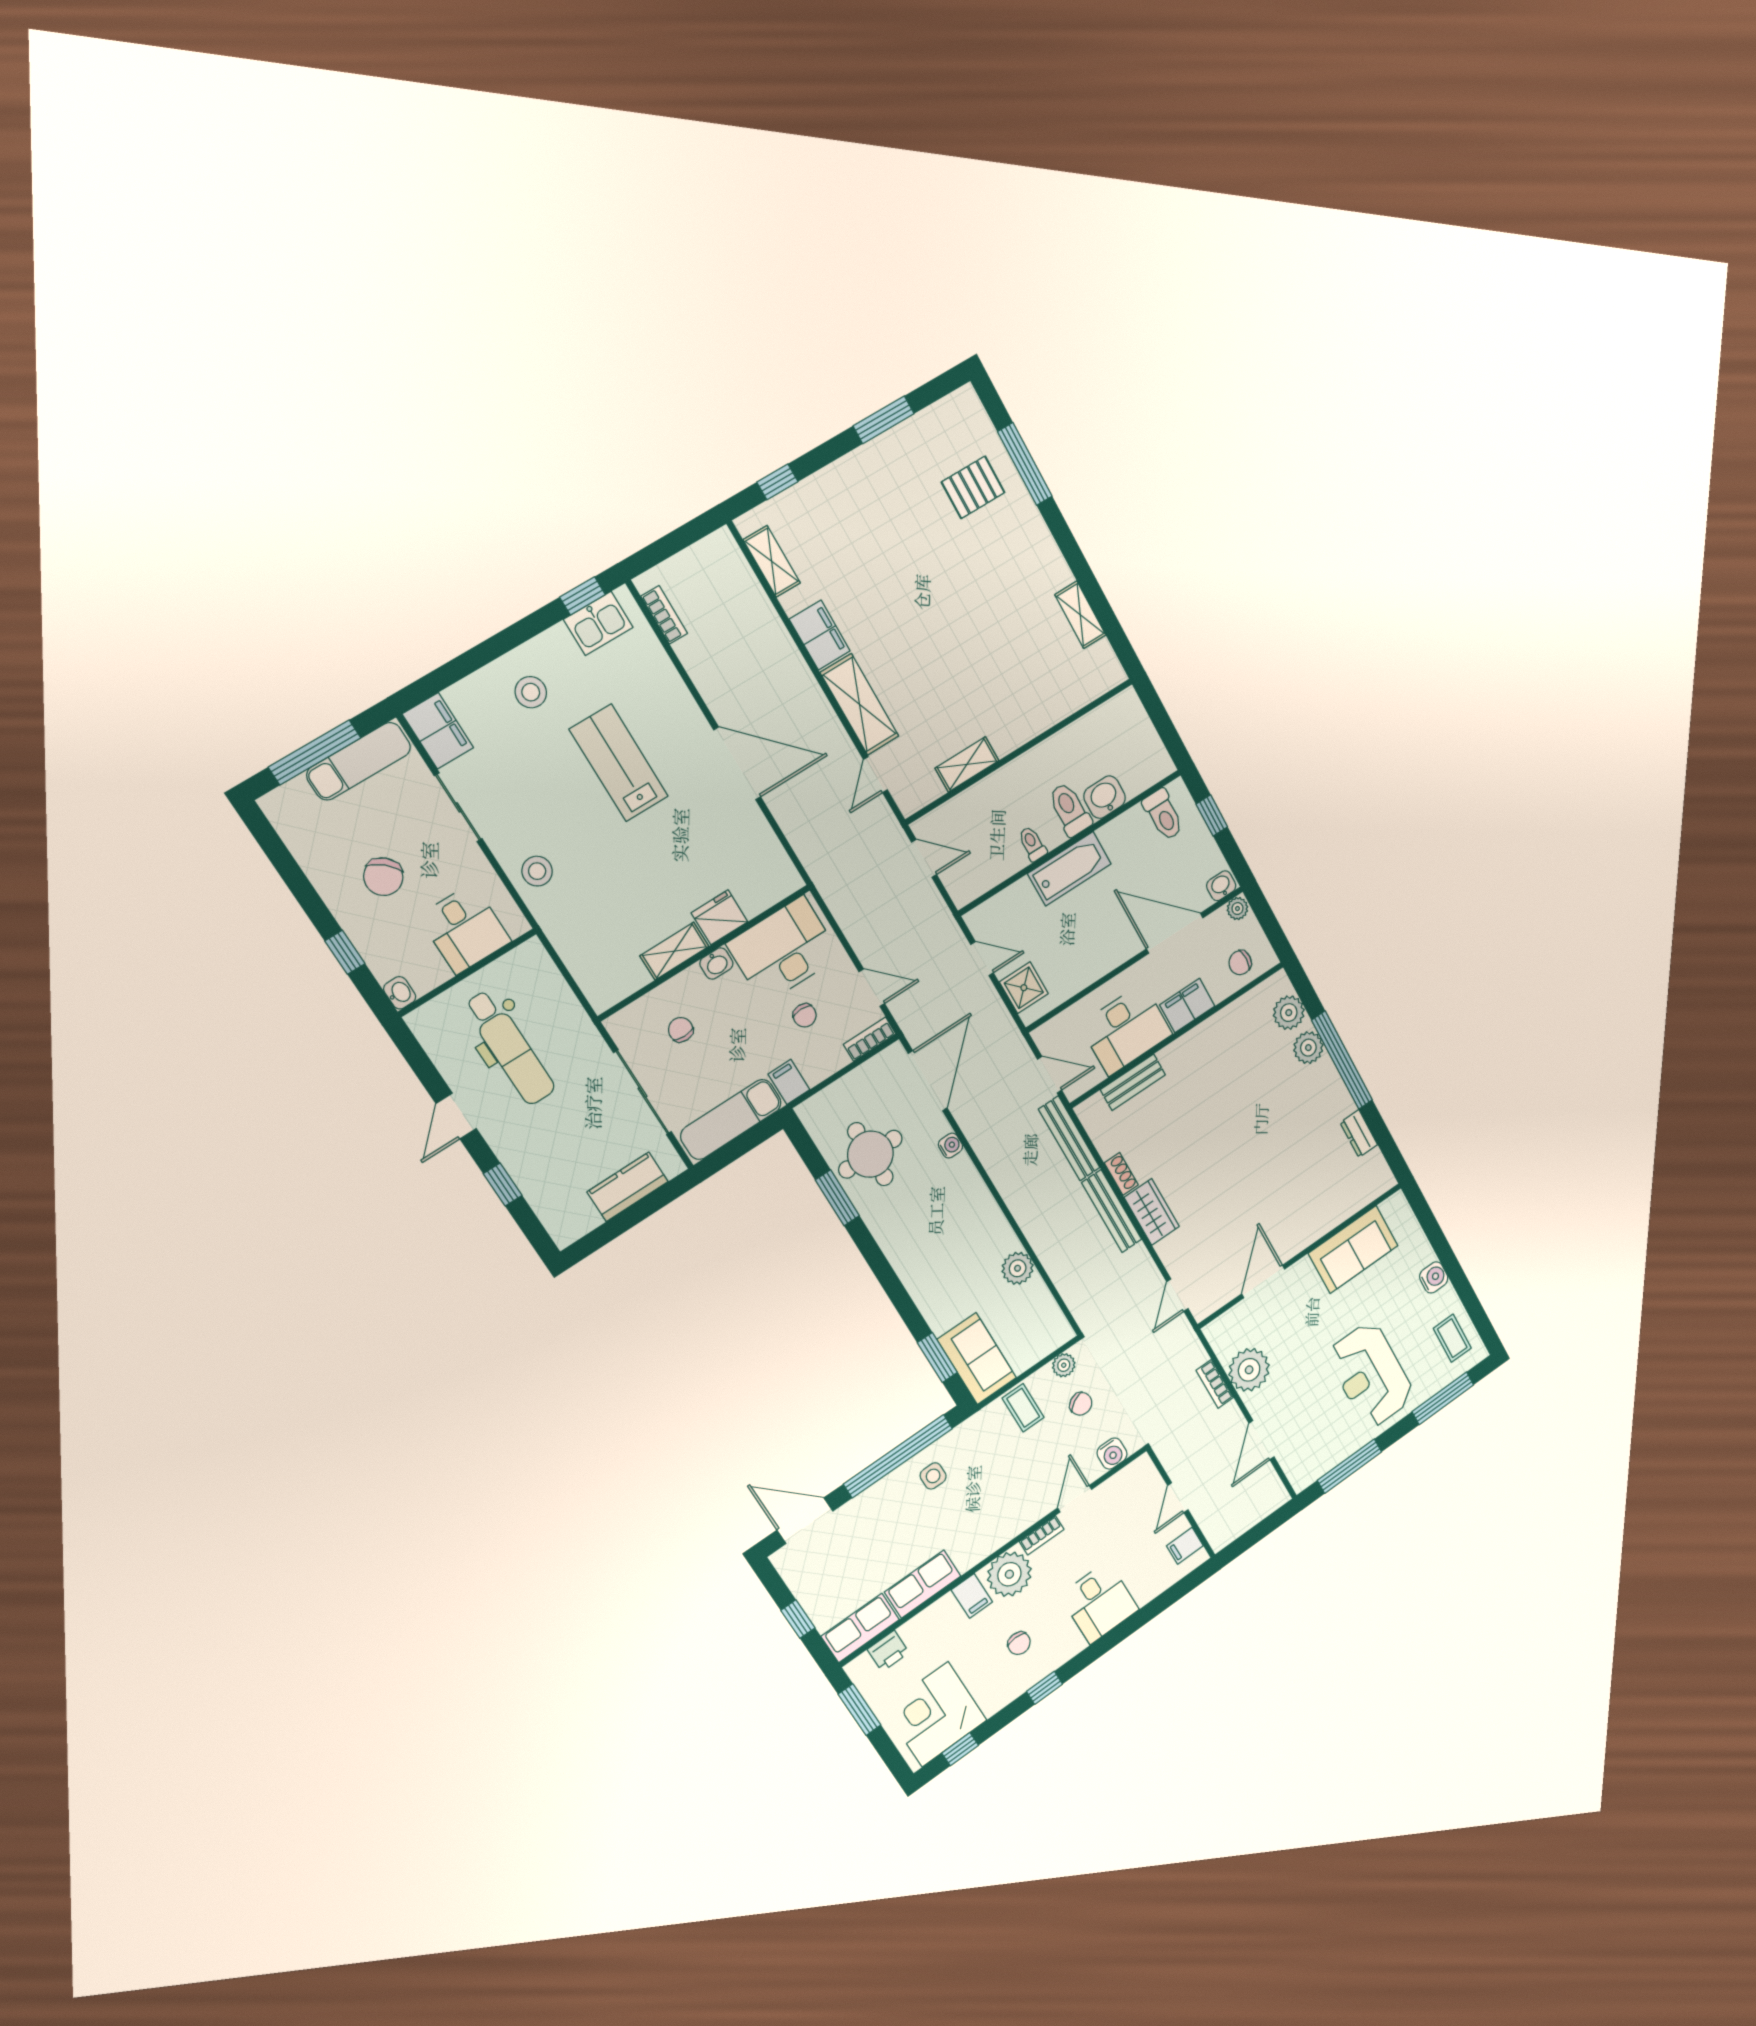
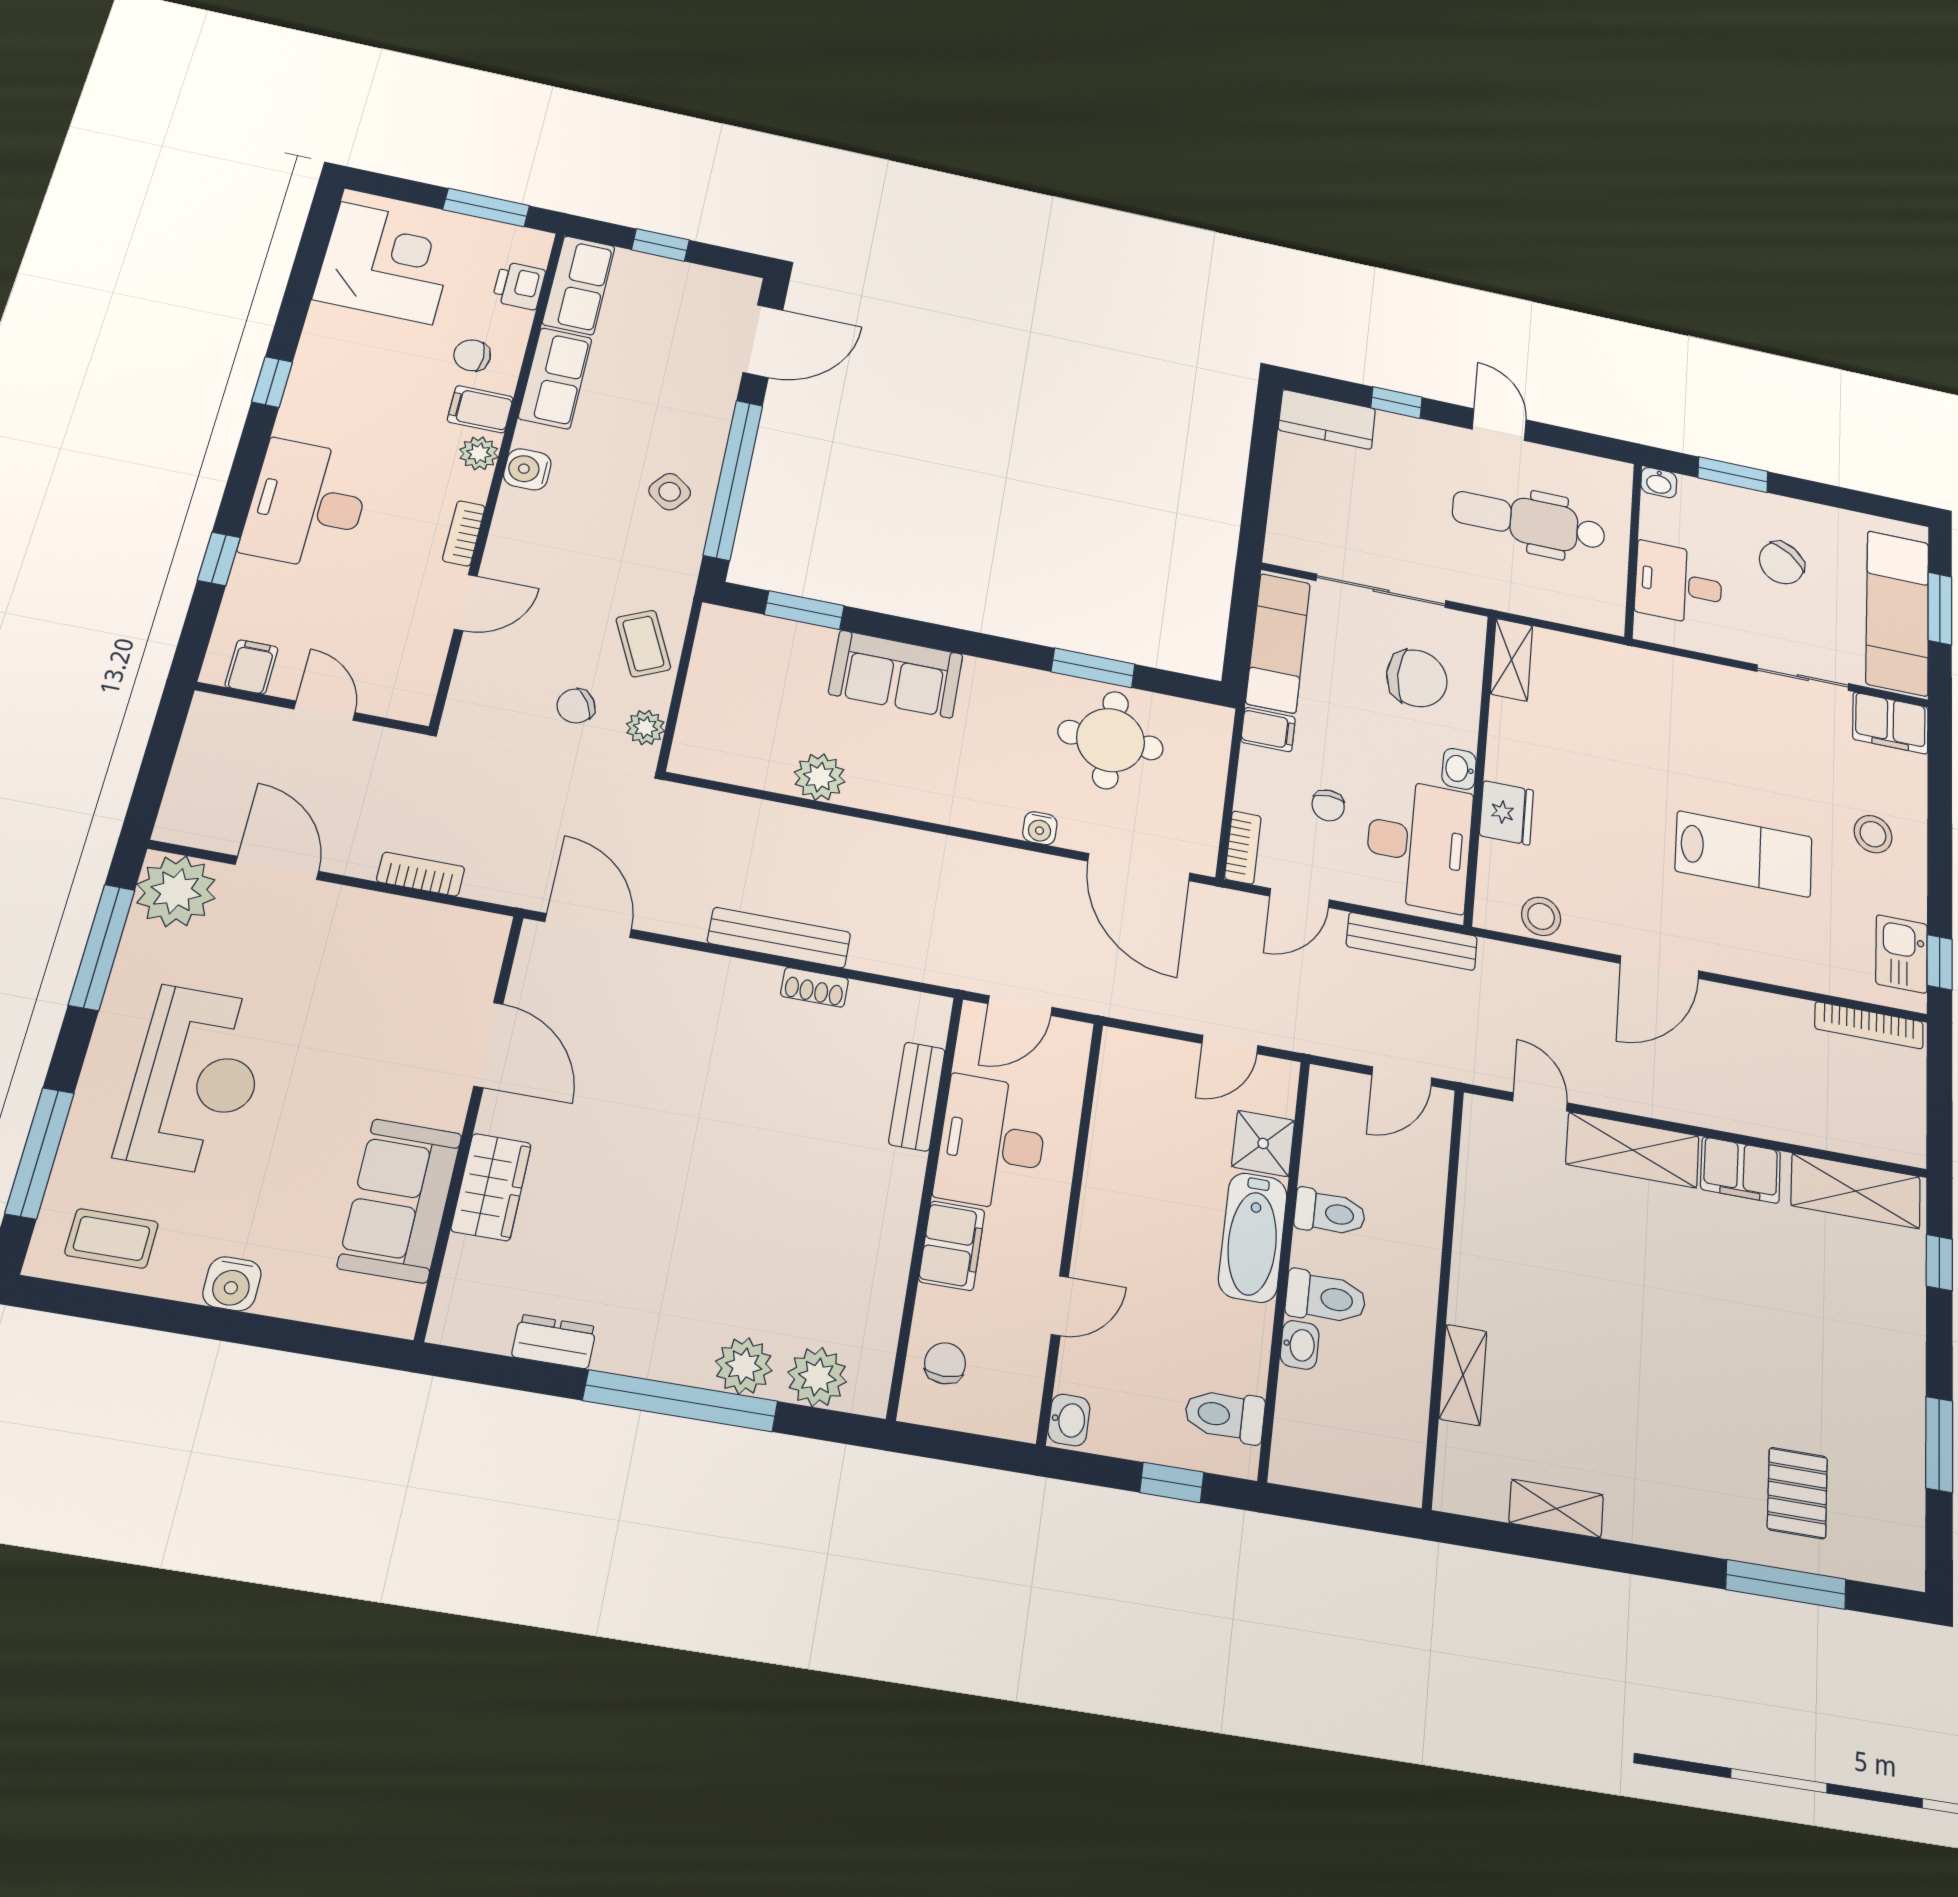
shelving: (772, 561) -> (1856, 1191), width x1.50, depth x1.33
bookcase: (664, 615) -> (1869, 1025), width x1.56
window: (315, 752) -> (1940, 608), width x0.69
exam couch: (359, 761) -> (1897, 613), width x1.36, depth x1.45
door: (737, 763) -> (1660, 967), width x0.73
shelving: (967, 764) -> (1463, 1375), moved
washbasin: (1105, 797) -> (1300, 1345), width x0.72, depth x0.69
toilet: (1032, 844) -> (1330, 1213), width x1.37, depth x1.39
stool: (537, 871) -> (1541, 916), moved
chair: (383, 877) -> (1782, 563), turned -95
plant: (1237, 909) -> (1020, 1418), removed
door: (1175, 933) -> (1060, 1306), width x0.53
shelving: (674, 951) -> (1512, 660), moved
window: (345, 952) -> (1733, 475), width x1.50
shower: (1024, 988) -> (1263, 1143), moved
chair: (805, 1015) -> (1328, 805), turned -90
chair: (681, 1030) -> (1417, 678), width x1.87, depth x1.87
bench: (1069, 1138) -> (1412, 941), moved
kitchen counter: (628, 1187) -> (1327, 419), moved, turned 90
wardrobe: (1152, 1212) -> (491, 1187), moved, turned -90
door: (1177, 1295) -> (588, 926), width x1.38
sofa: (977, 1359) -> (896, 674), moved
plant: (1249, 1370) -> (176, 891), moved
reception desk: (1371, 1375) -> (195, 1080), turned 90
coffee table: (1023, 1408) -> (643, 644), turned 65
water cooler: (1112, 1454) -> (527, 469), moved
side table: (933, 1476) -> (670, 492), turned 37
door: (1075, 1499) -> (466, 603), hinge flipped
plant: (1009, 1574) -> (479, 453), width x0.53, depth x0.53
desk: (1099, 1602) -> (307, 504), width x1.37
chair: (1019, 1643) -> (472, 355), moved
window: (960, 1749) -> (219, 559), moved

